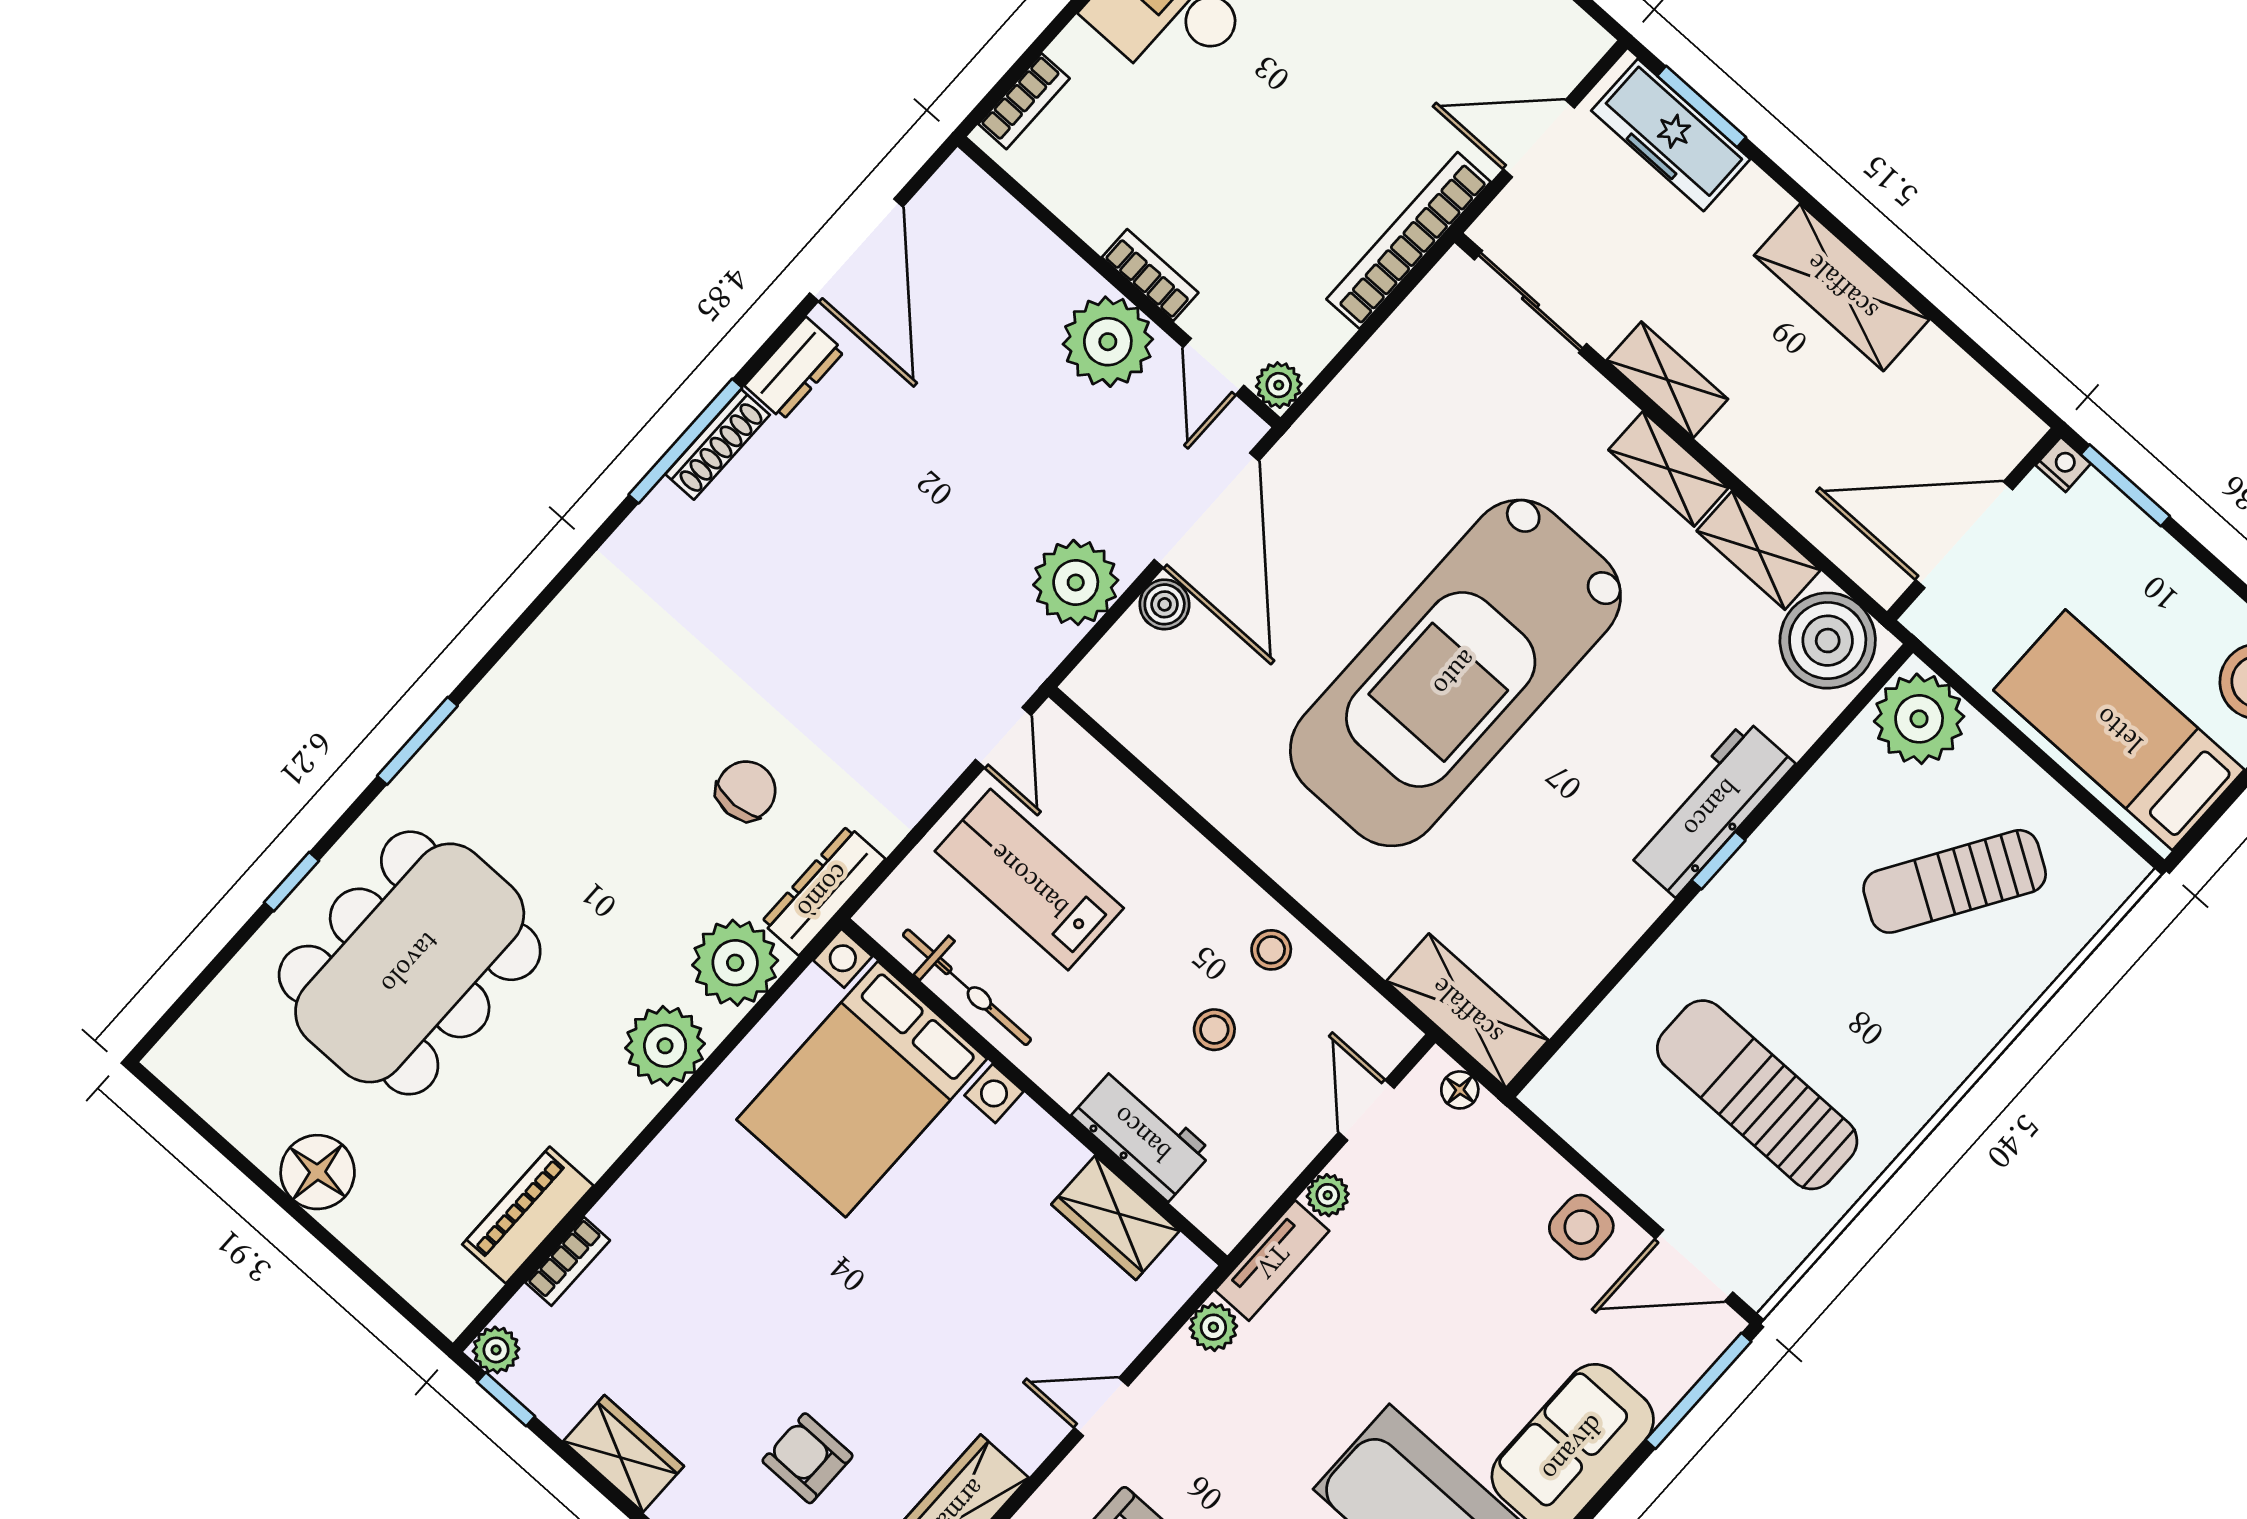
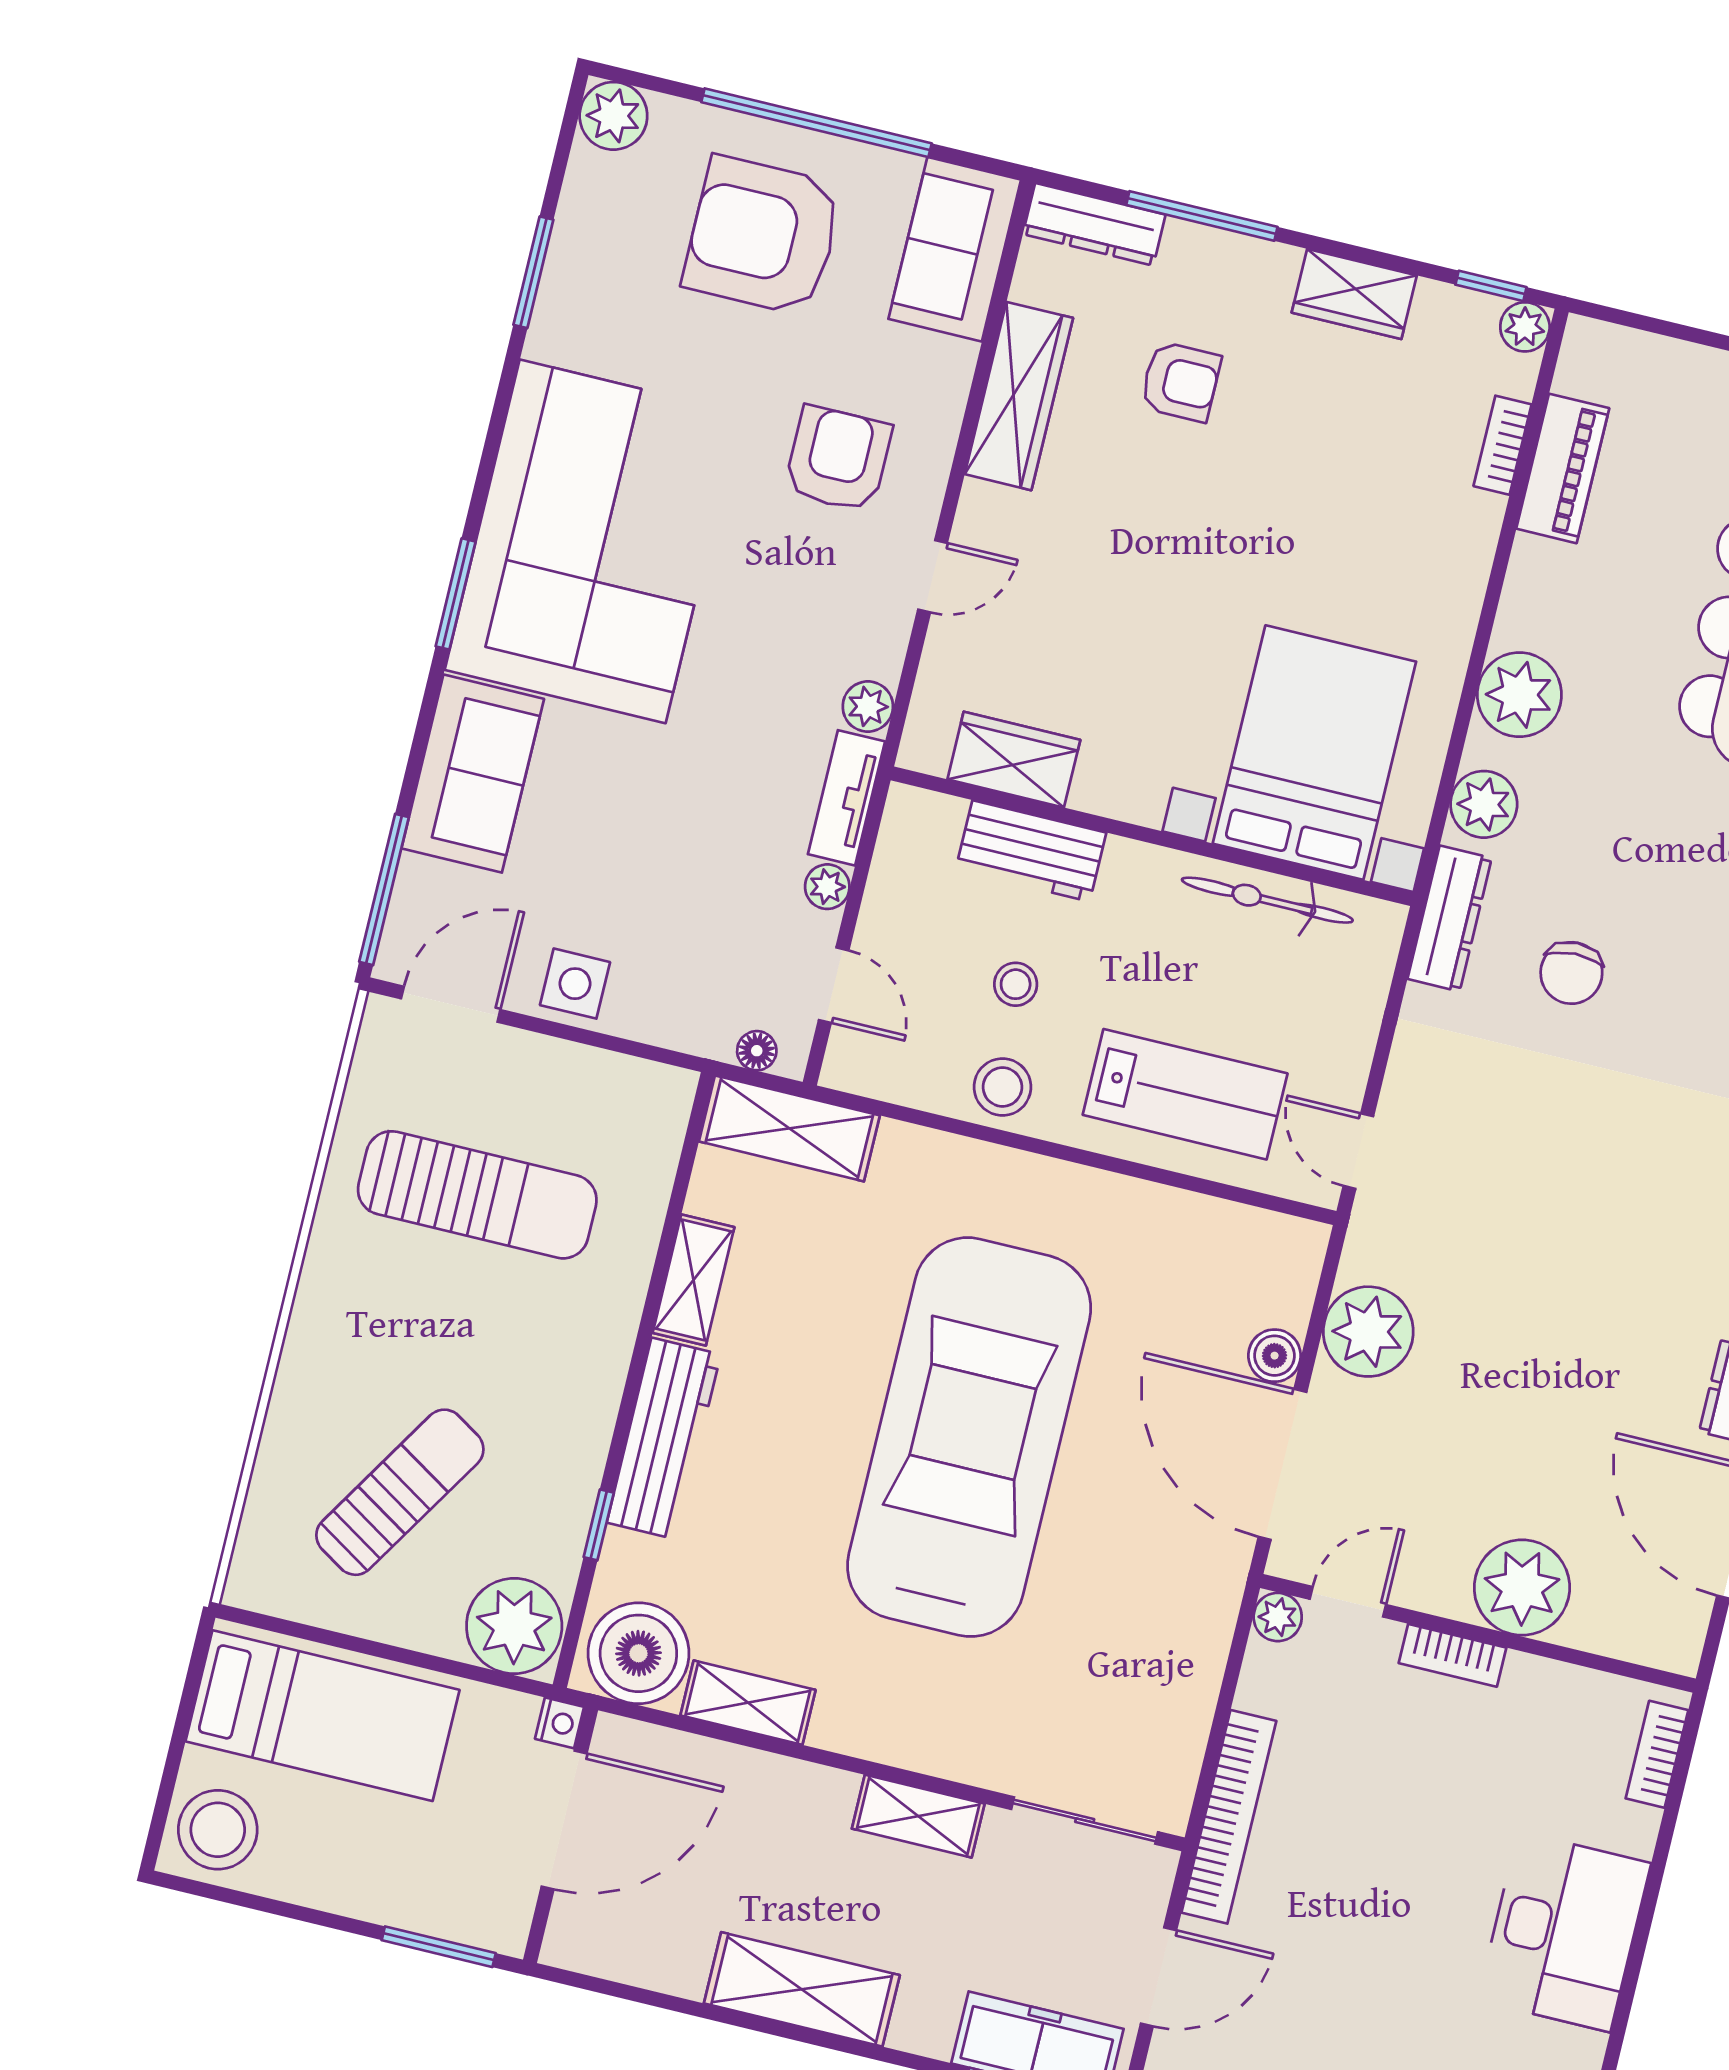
plant: (1108, 342) -> (1522, 1587), moved
door: (1213, 366) -> (1348, 1602), hinge flipped
nightstand: (2063, 464) -> (560, 1723), moved, turned -90
shelving: (1668, 469) -> (694, 1280), moved, turned 90
window: (1719, 860) -> (599, 1525), moved
lab bench: (1029, 880) -> (1185, 1094), moved
stool: (1271, 950) -> (1002, 1087), width x1.37, depth x1.37
plant: (735, 963) -> (1484, 804), width x0.73, depth x0.73

